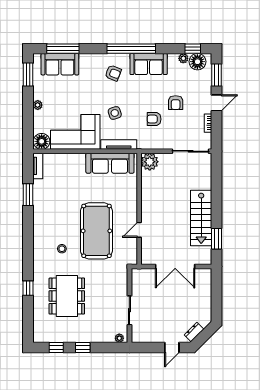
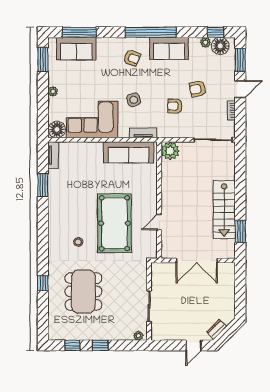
armchair: (176, 103) -> (197, 89), turned 77
tv unit: (119, 145) -> (143, 133), width x0.71

